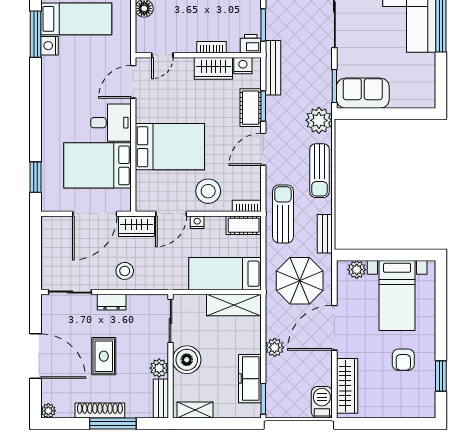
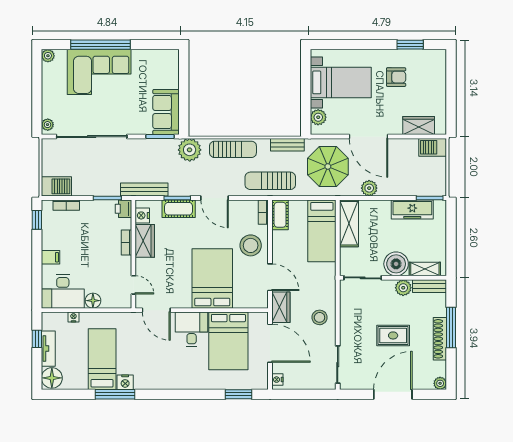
nightstand: (197, 222) -> (277, 380), moved
dresser: (112, 302) -> (346, 329), removed
plant: (275, 347) -> (369, 188), moved
wardrobe: (347, 386) -> (419, 126), width x0.67
shelving: (195, 410) -> (425, 269), moved, turned 90

